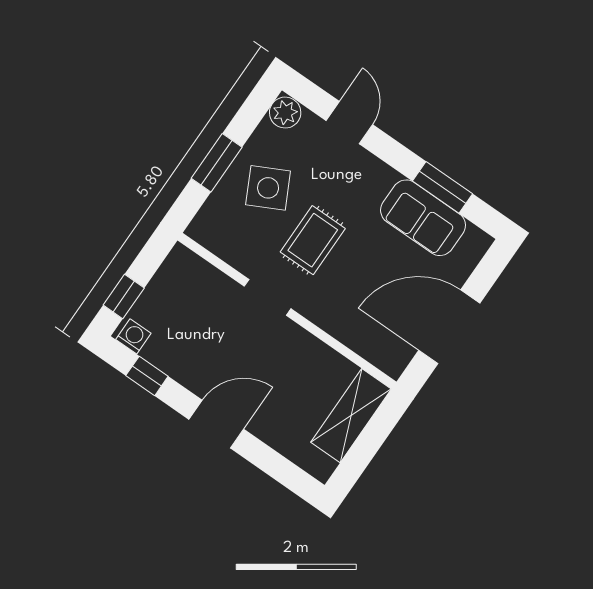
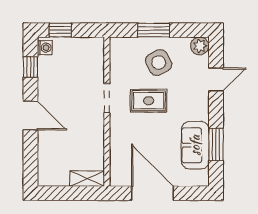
shelving: (351, 416) -> (87, 179), width x0.67, depth x0.75

